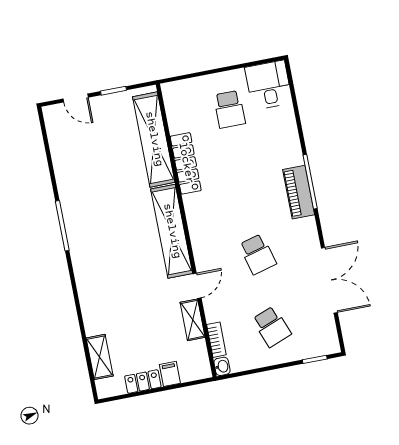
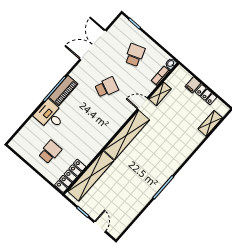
desk: (269, 85) -> (50, 115), moved, turned 90
locker: (186, 163) -> (70, 176), moved
school desk: (258, 254) -> (107, 87), turned 39

